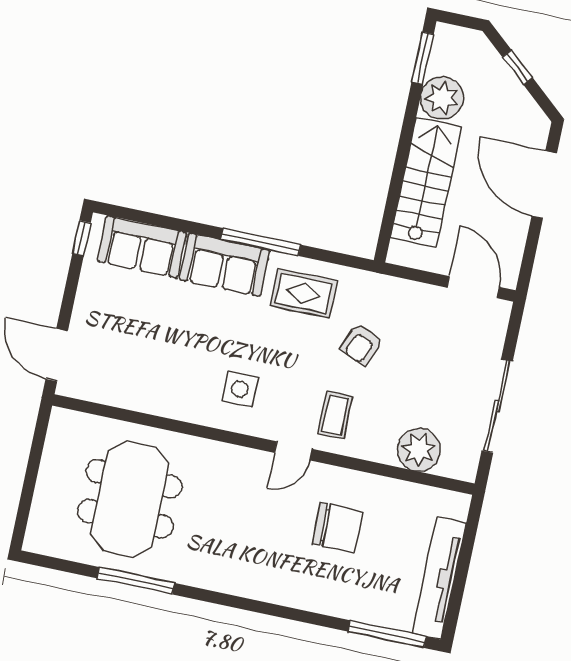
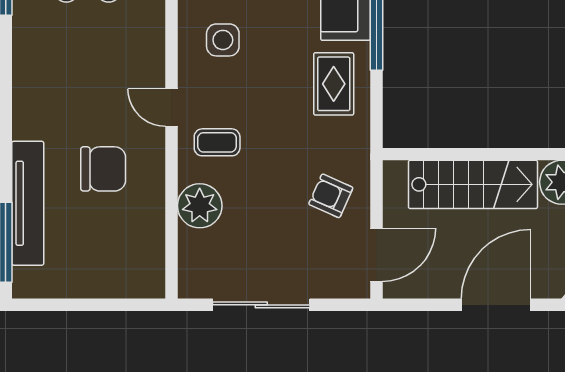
armchair: (362, 344) -> (331, 196), moved
plant: (419, 450) -> (200, 206), moved
chair: (337, 528) -> (103, 169), turned -90
tv unit: (439, 578) -> (28, 203), moved, turned 90

